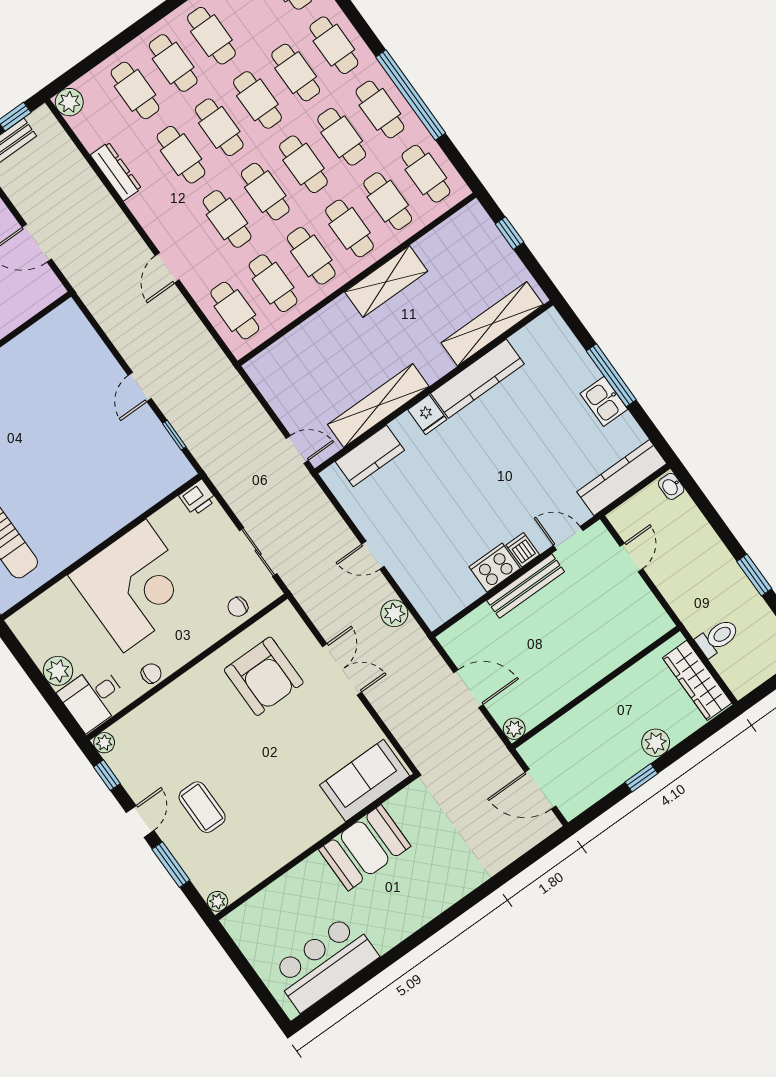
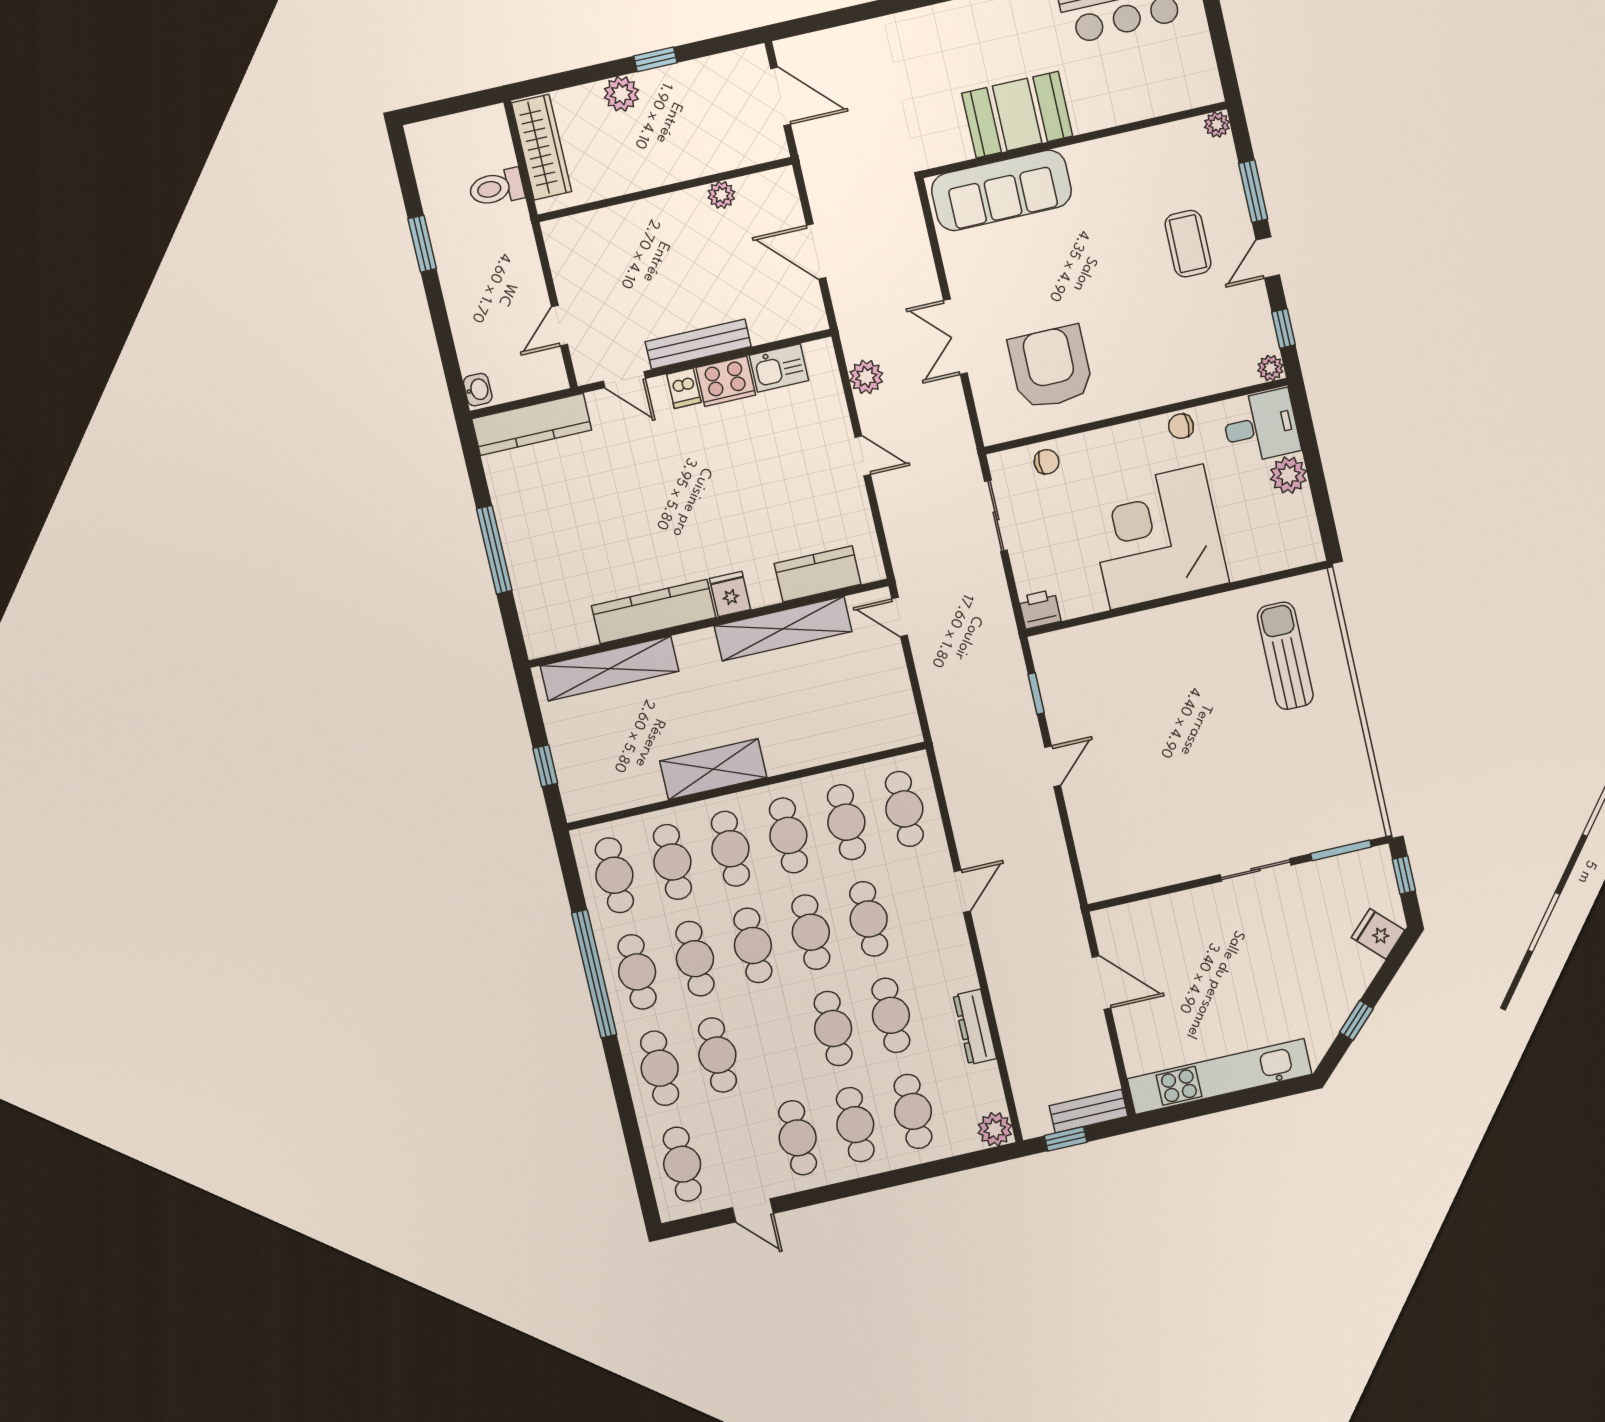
cafe table: (257, 100) -> (775, 1042), removed
kitchen sink: (604, 401) -> (779, 368), moved, turned 90
plant: (514, 729) -> (721, 195), moved
sofa: (365, 780) -> (1001, 190), width x1.36

